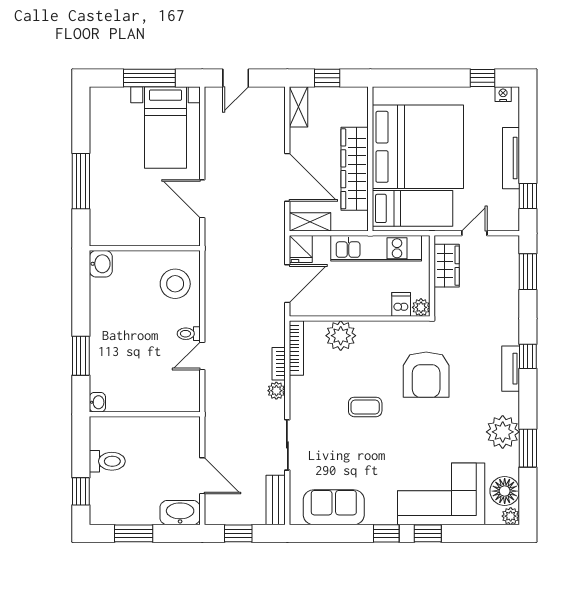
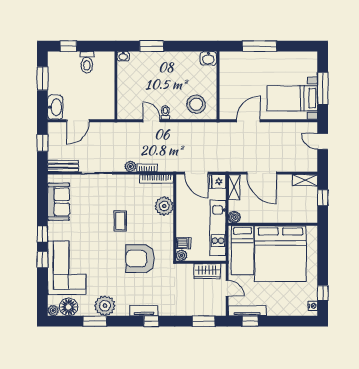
tv unit: (511, 158) -> (247, 311), moved
wardrobe: (355, 169) -> (267, 215), removed
door: (287, 177) -> (262, 173), hinge flipped
boiler: (359, 222) -> (234, 217), added

